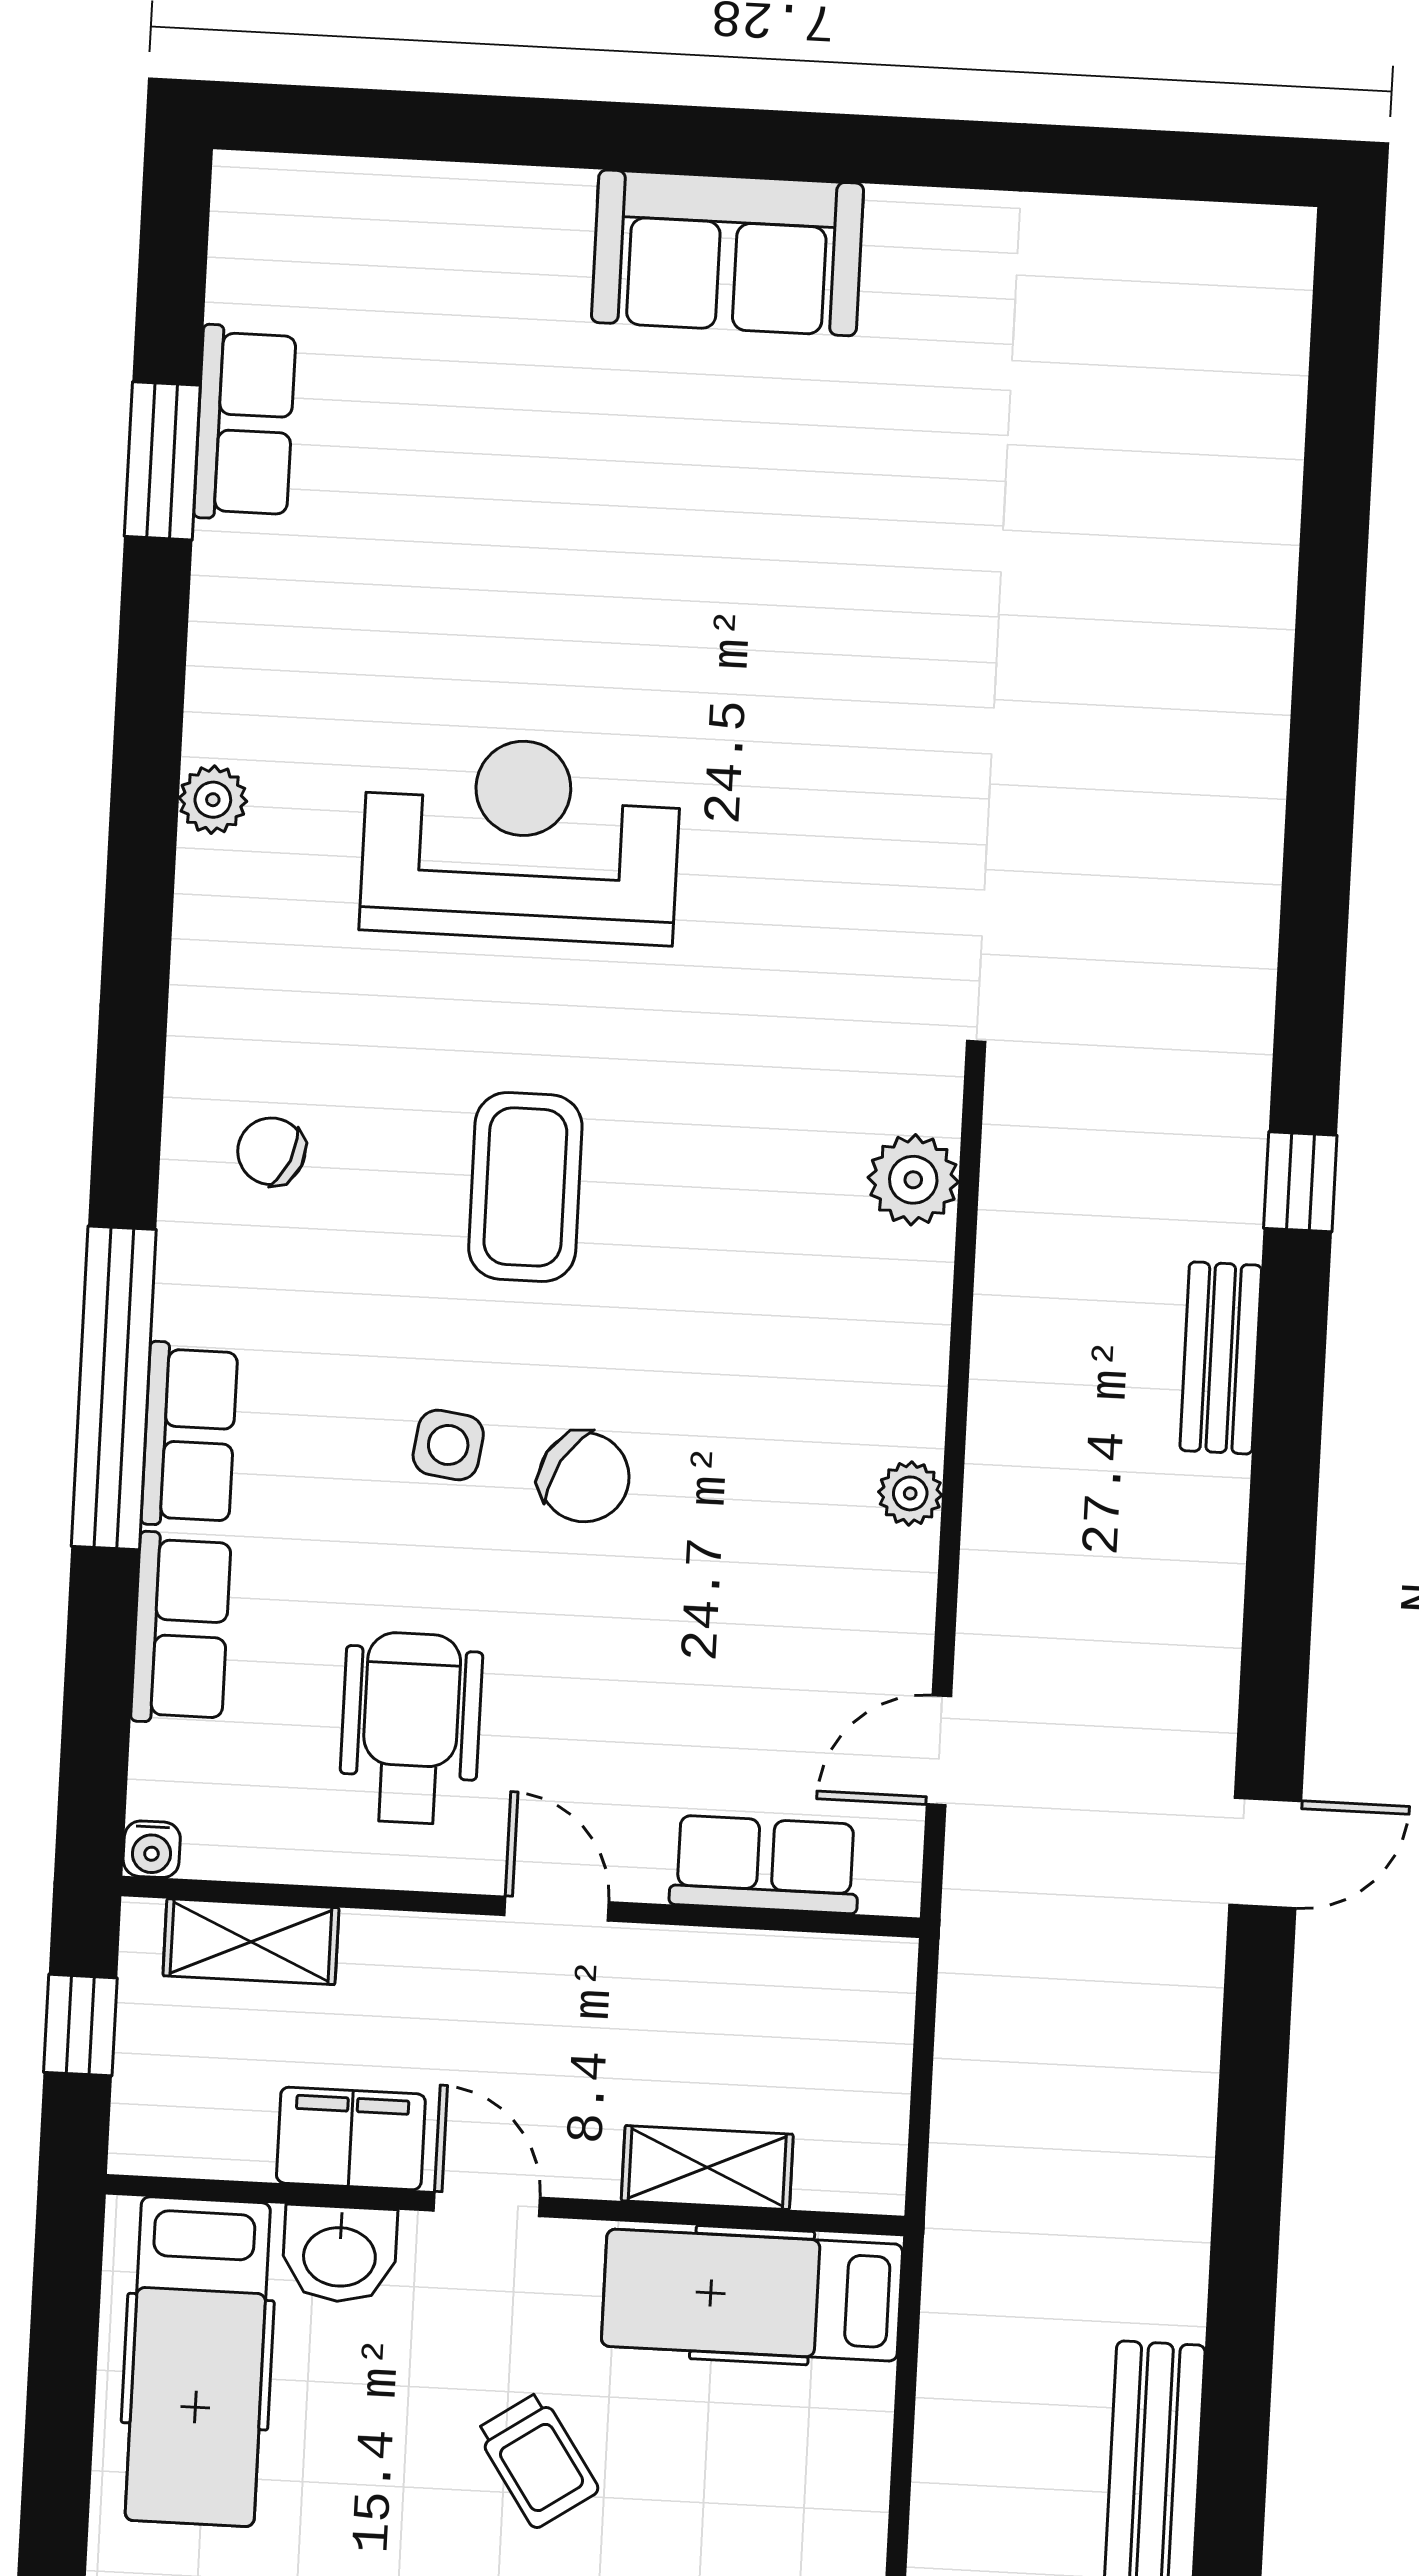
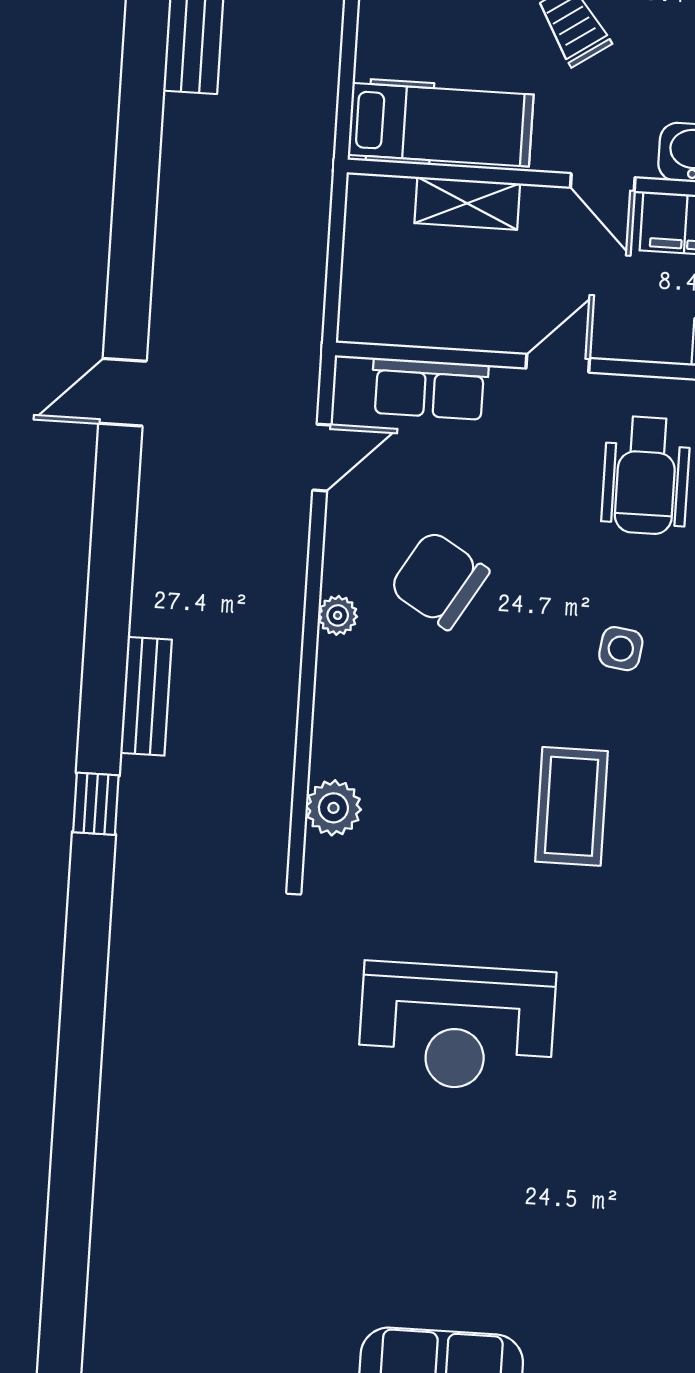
reception desk: (521, 840) -> (457, 1027), moved
chair: (584, 1477) -> (439, 580), moved, width x1.37, depth x1.37
door: (557, 1909) -> (558, 363), swing flipped

